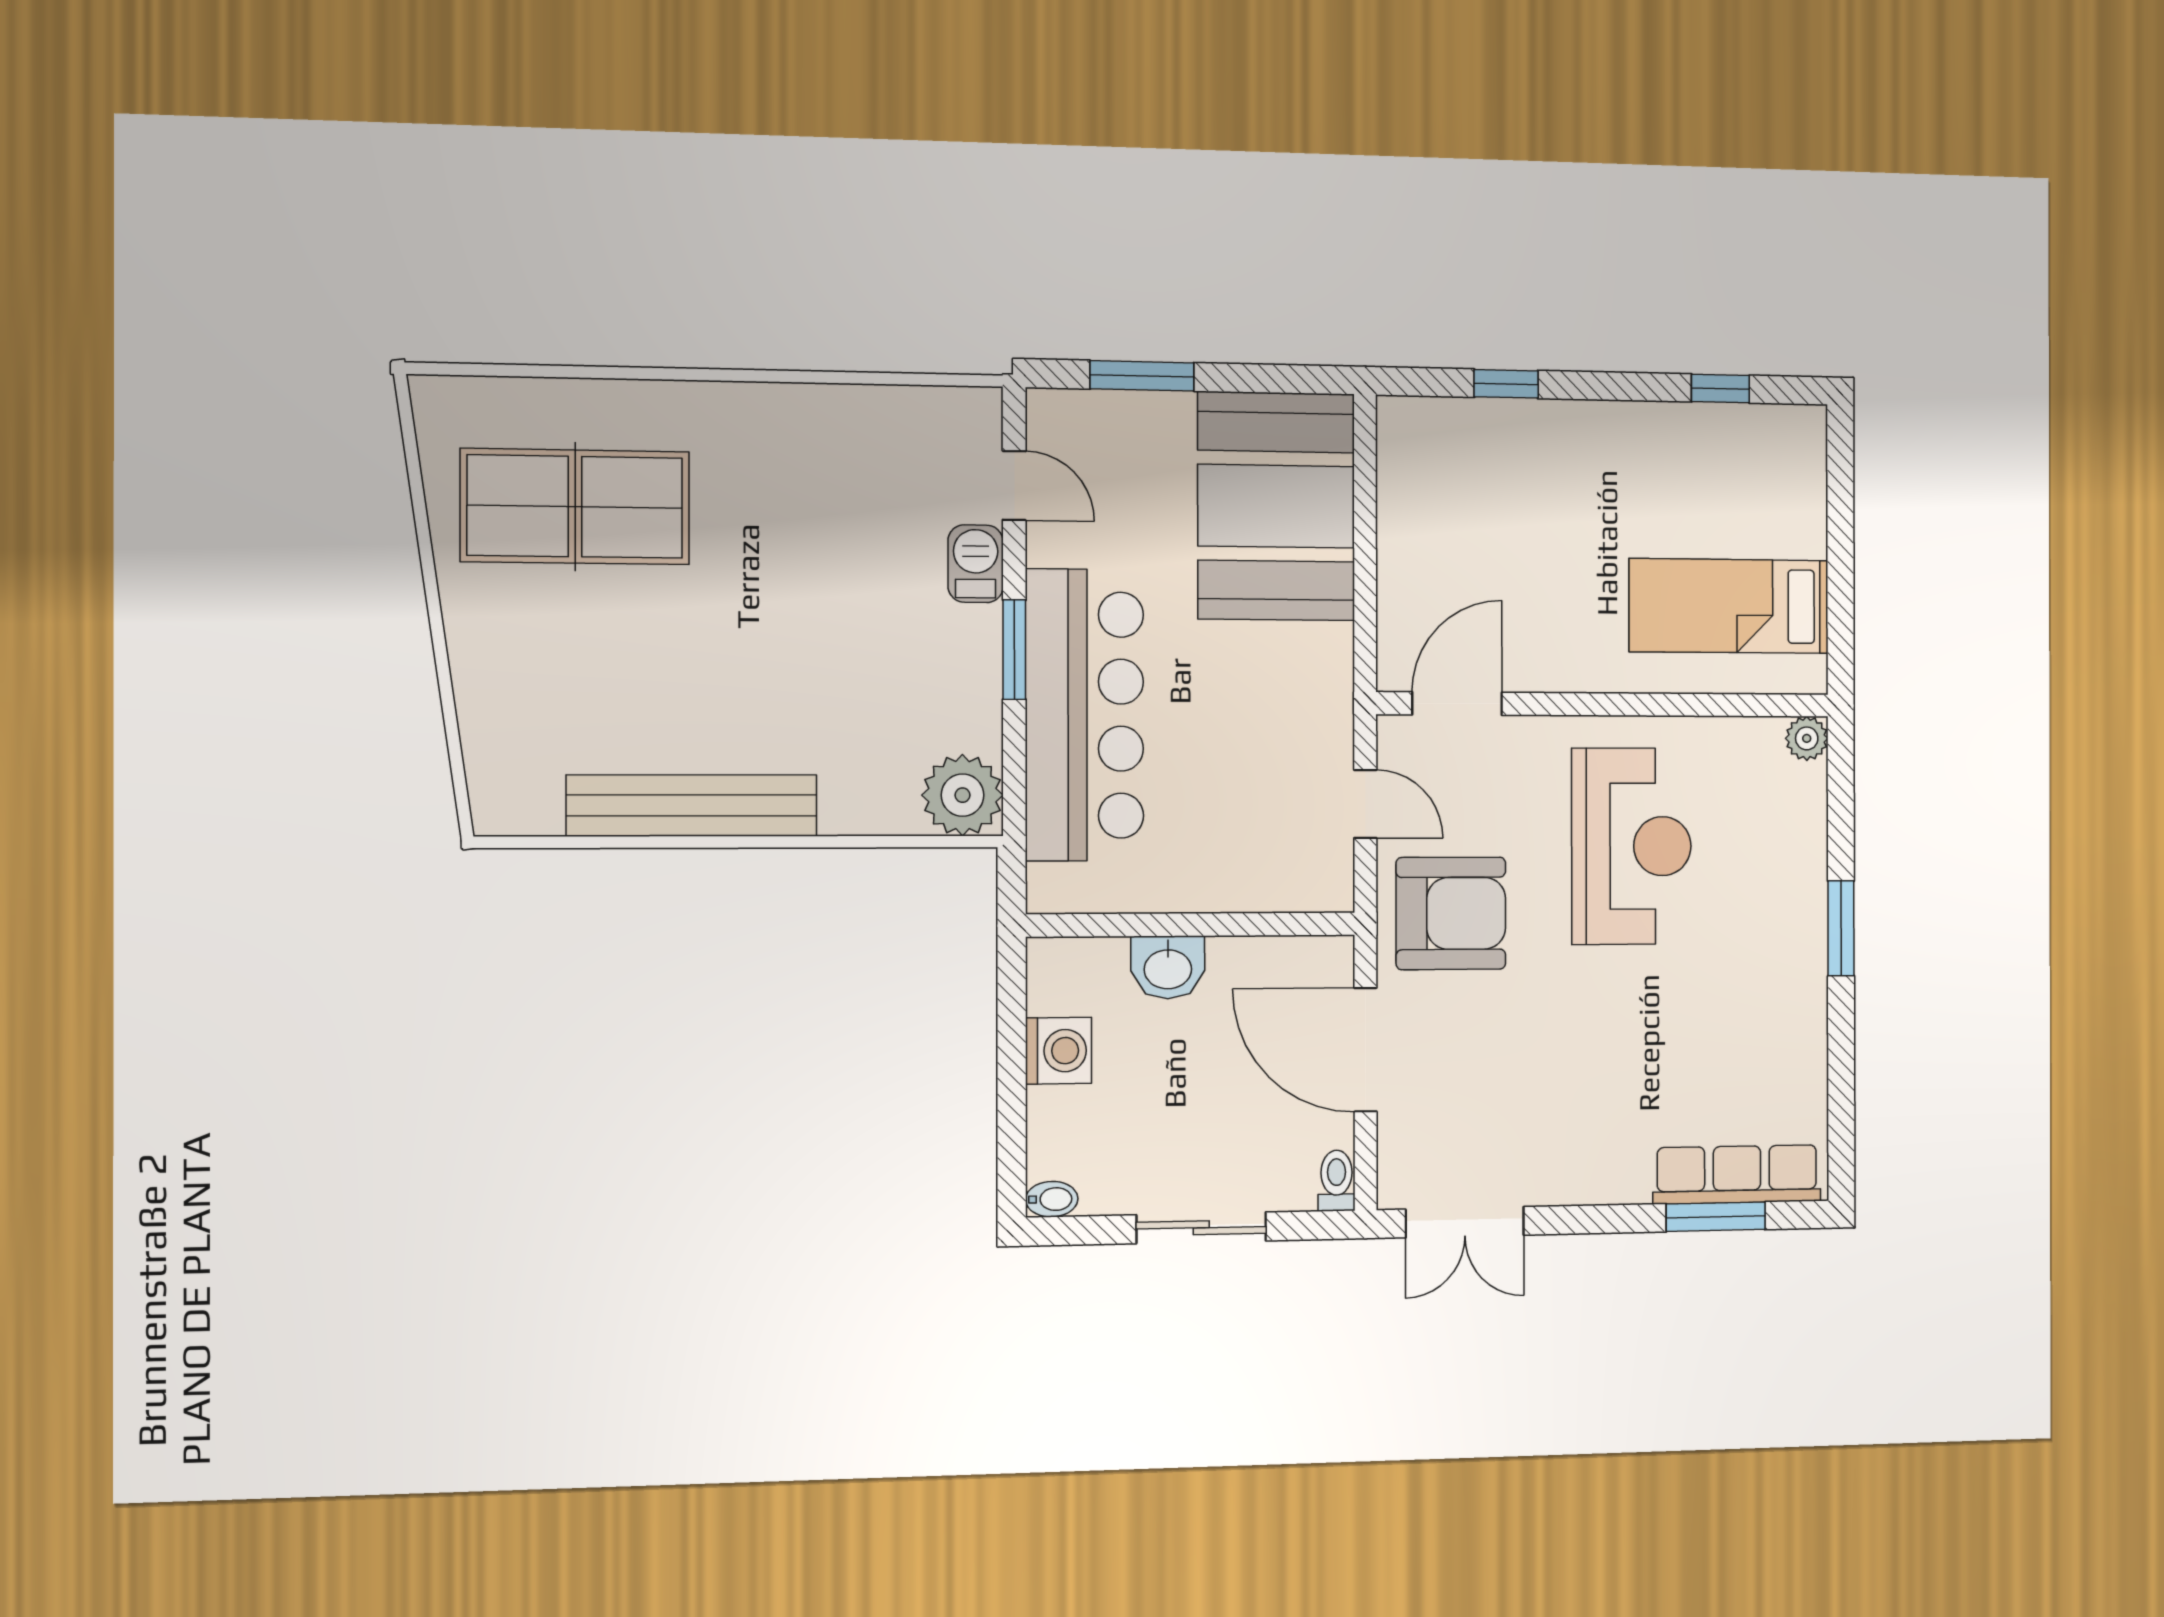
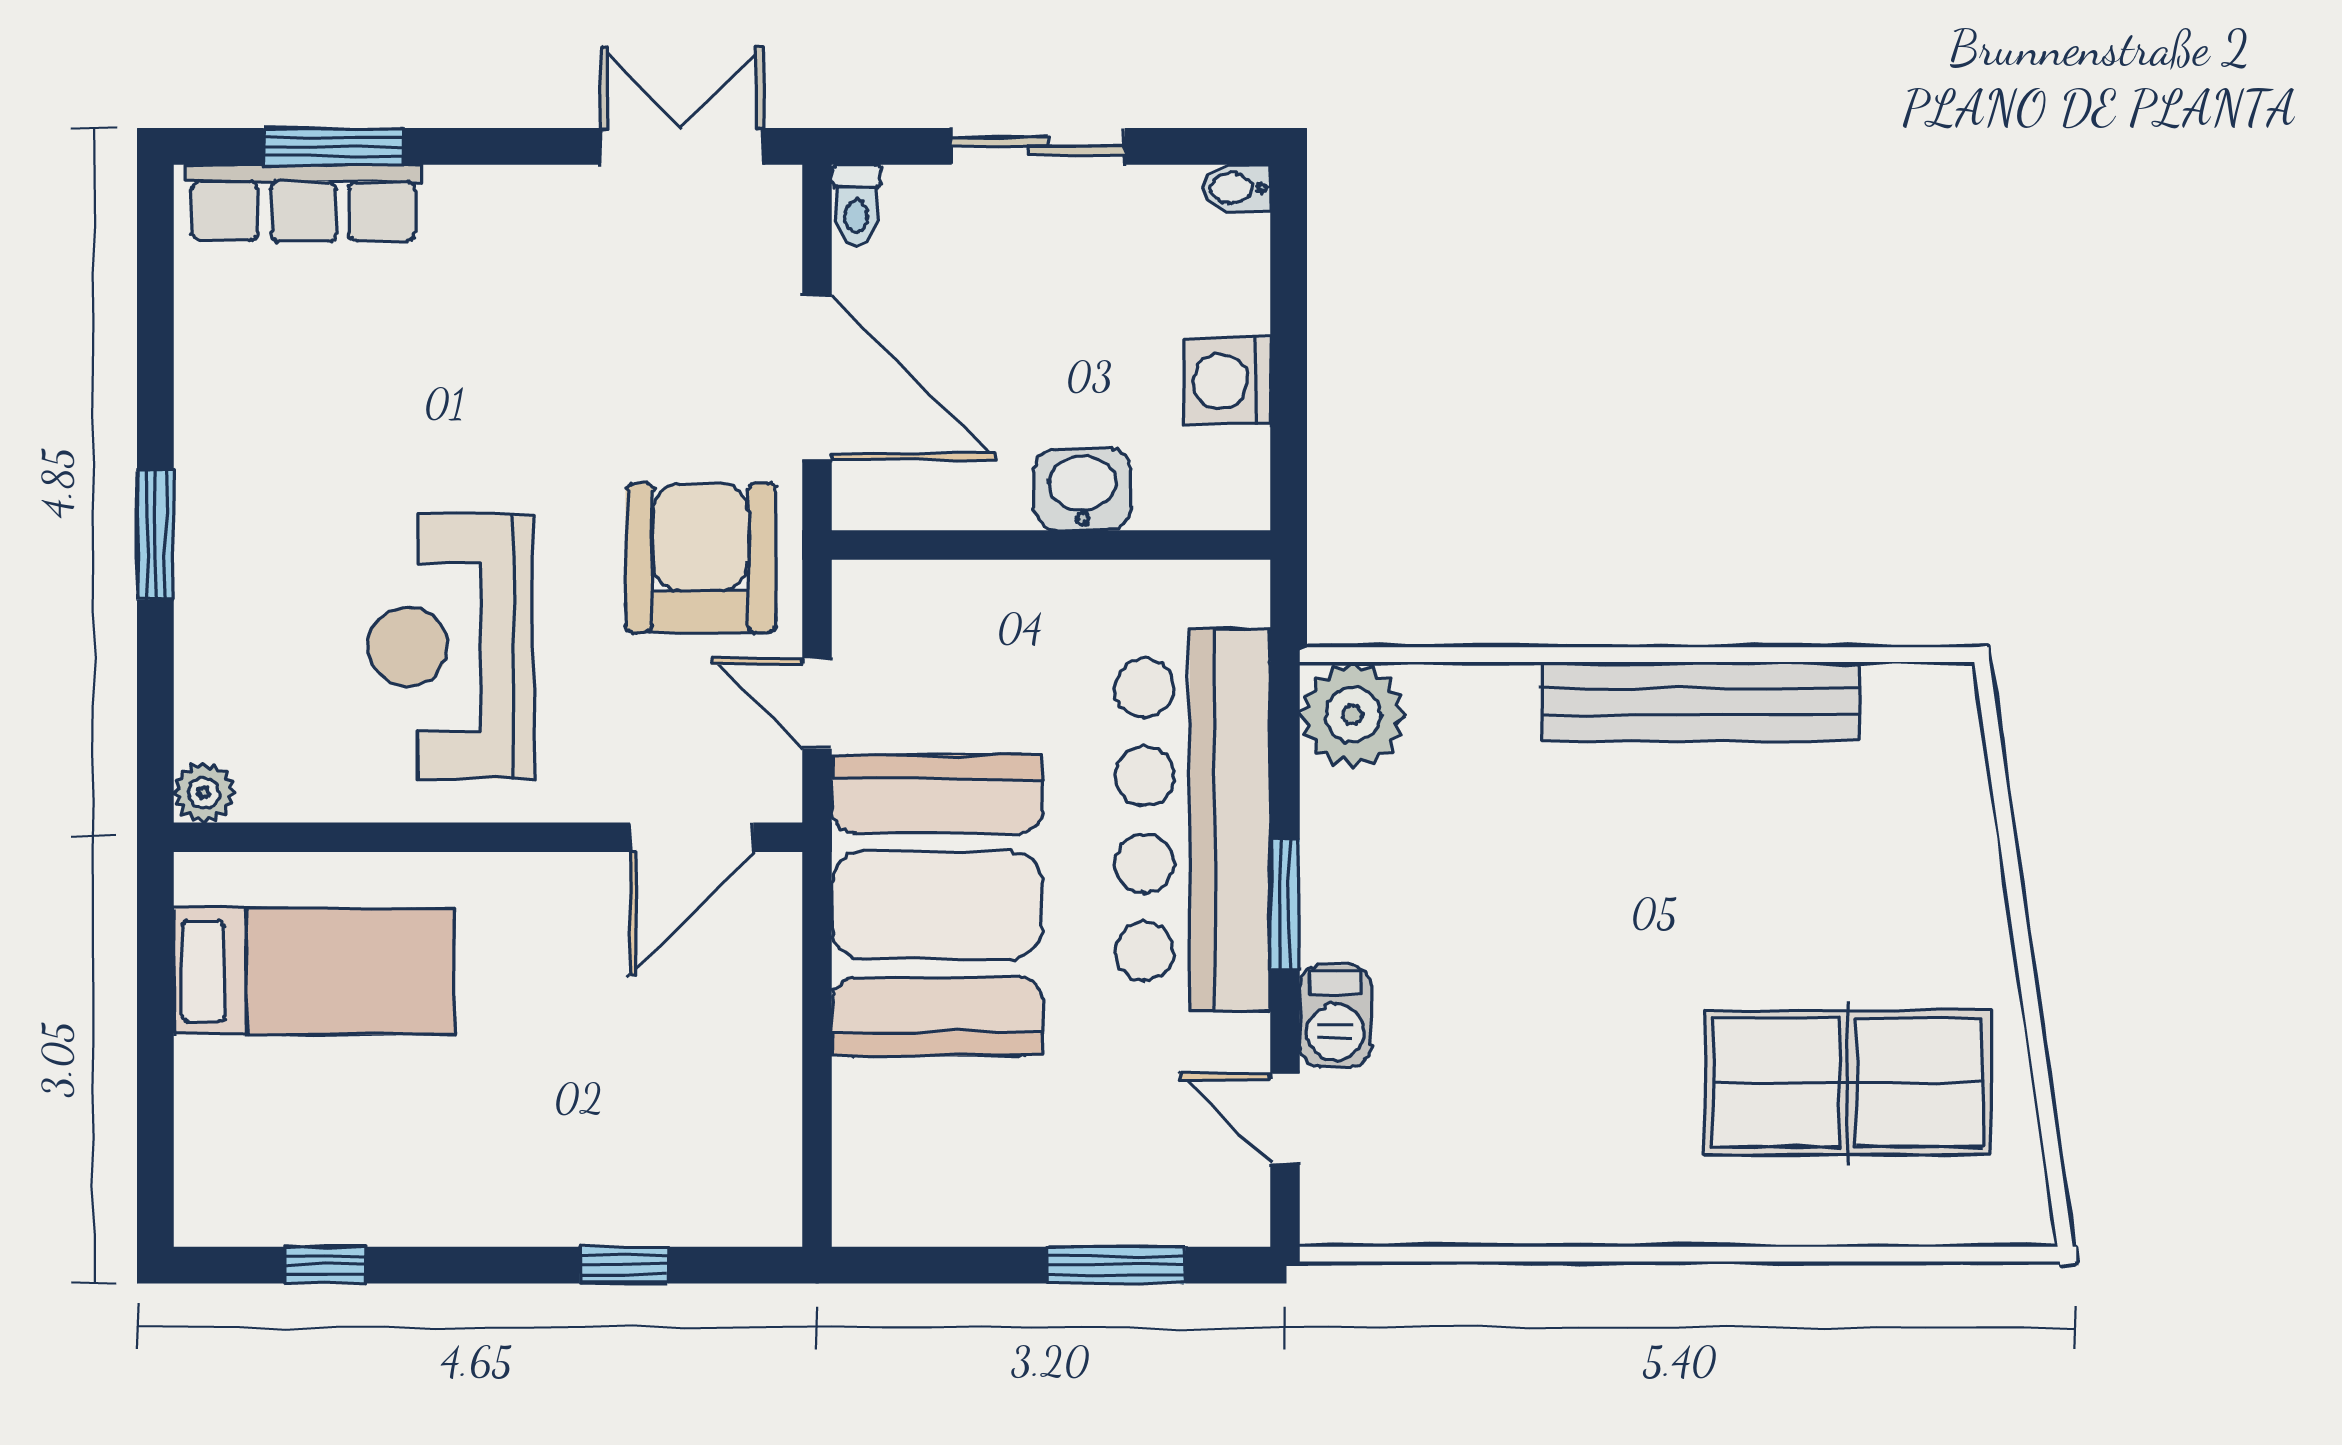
booth: (1276, 506) -> (937, 905), moved
armchair: (1451, 913) -> (700, 558), turned 90

